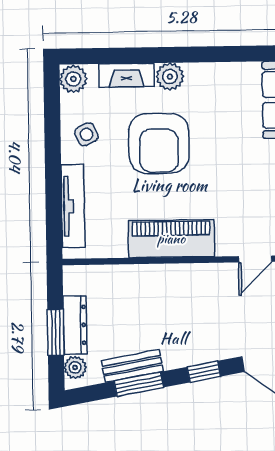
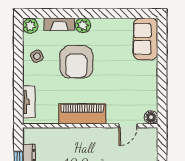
tv unit: (73, 206) -> (29, 102), width x0.71

